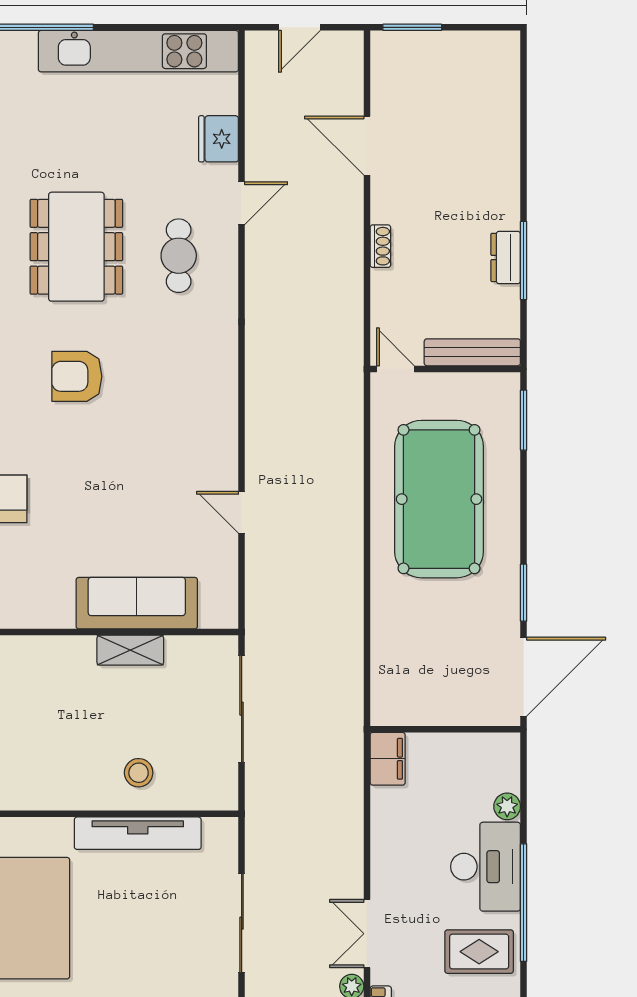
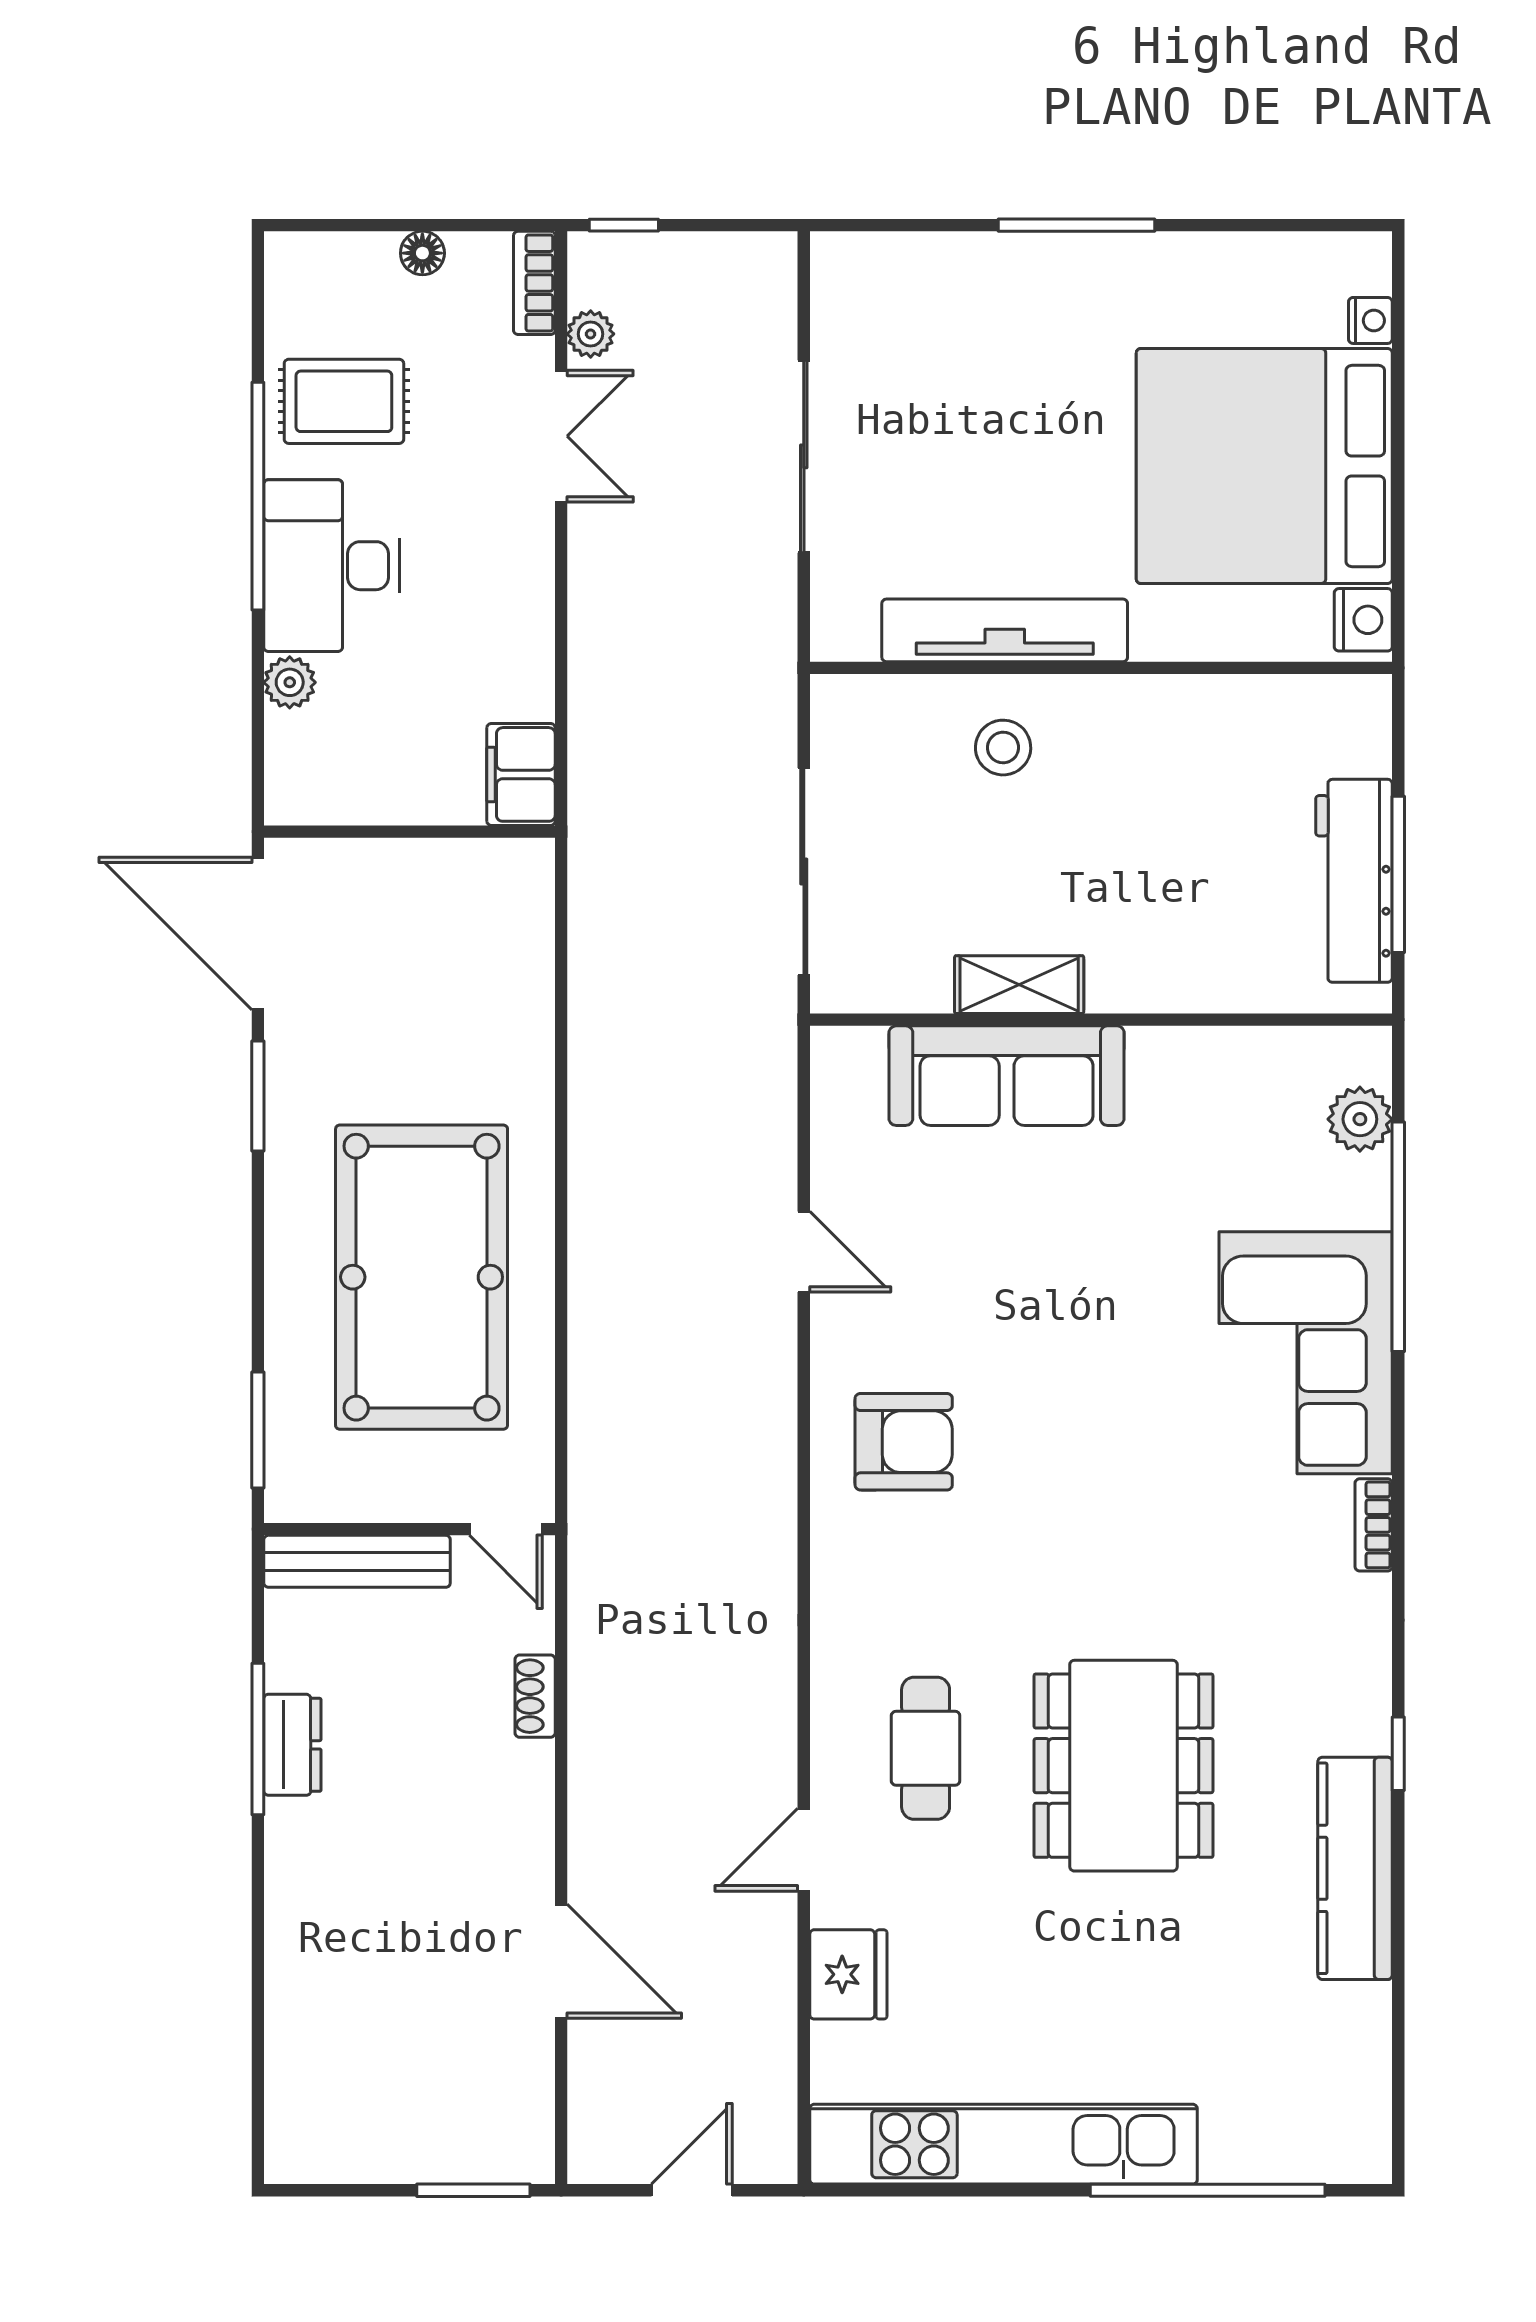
shoe rack: (380, 246) -> (535, 1696), moved
armchair: (77, 376) -> (904, 1442), moved
door: (524, 677) -> (258, 933), hinge flipped

